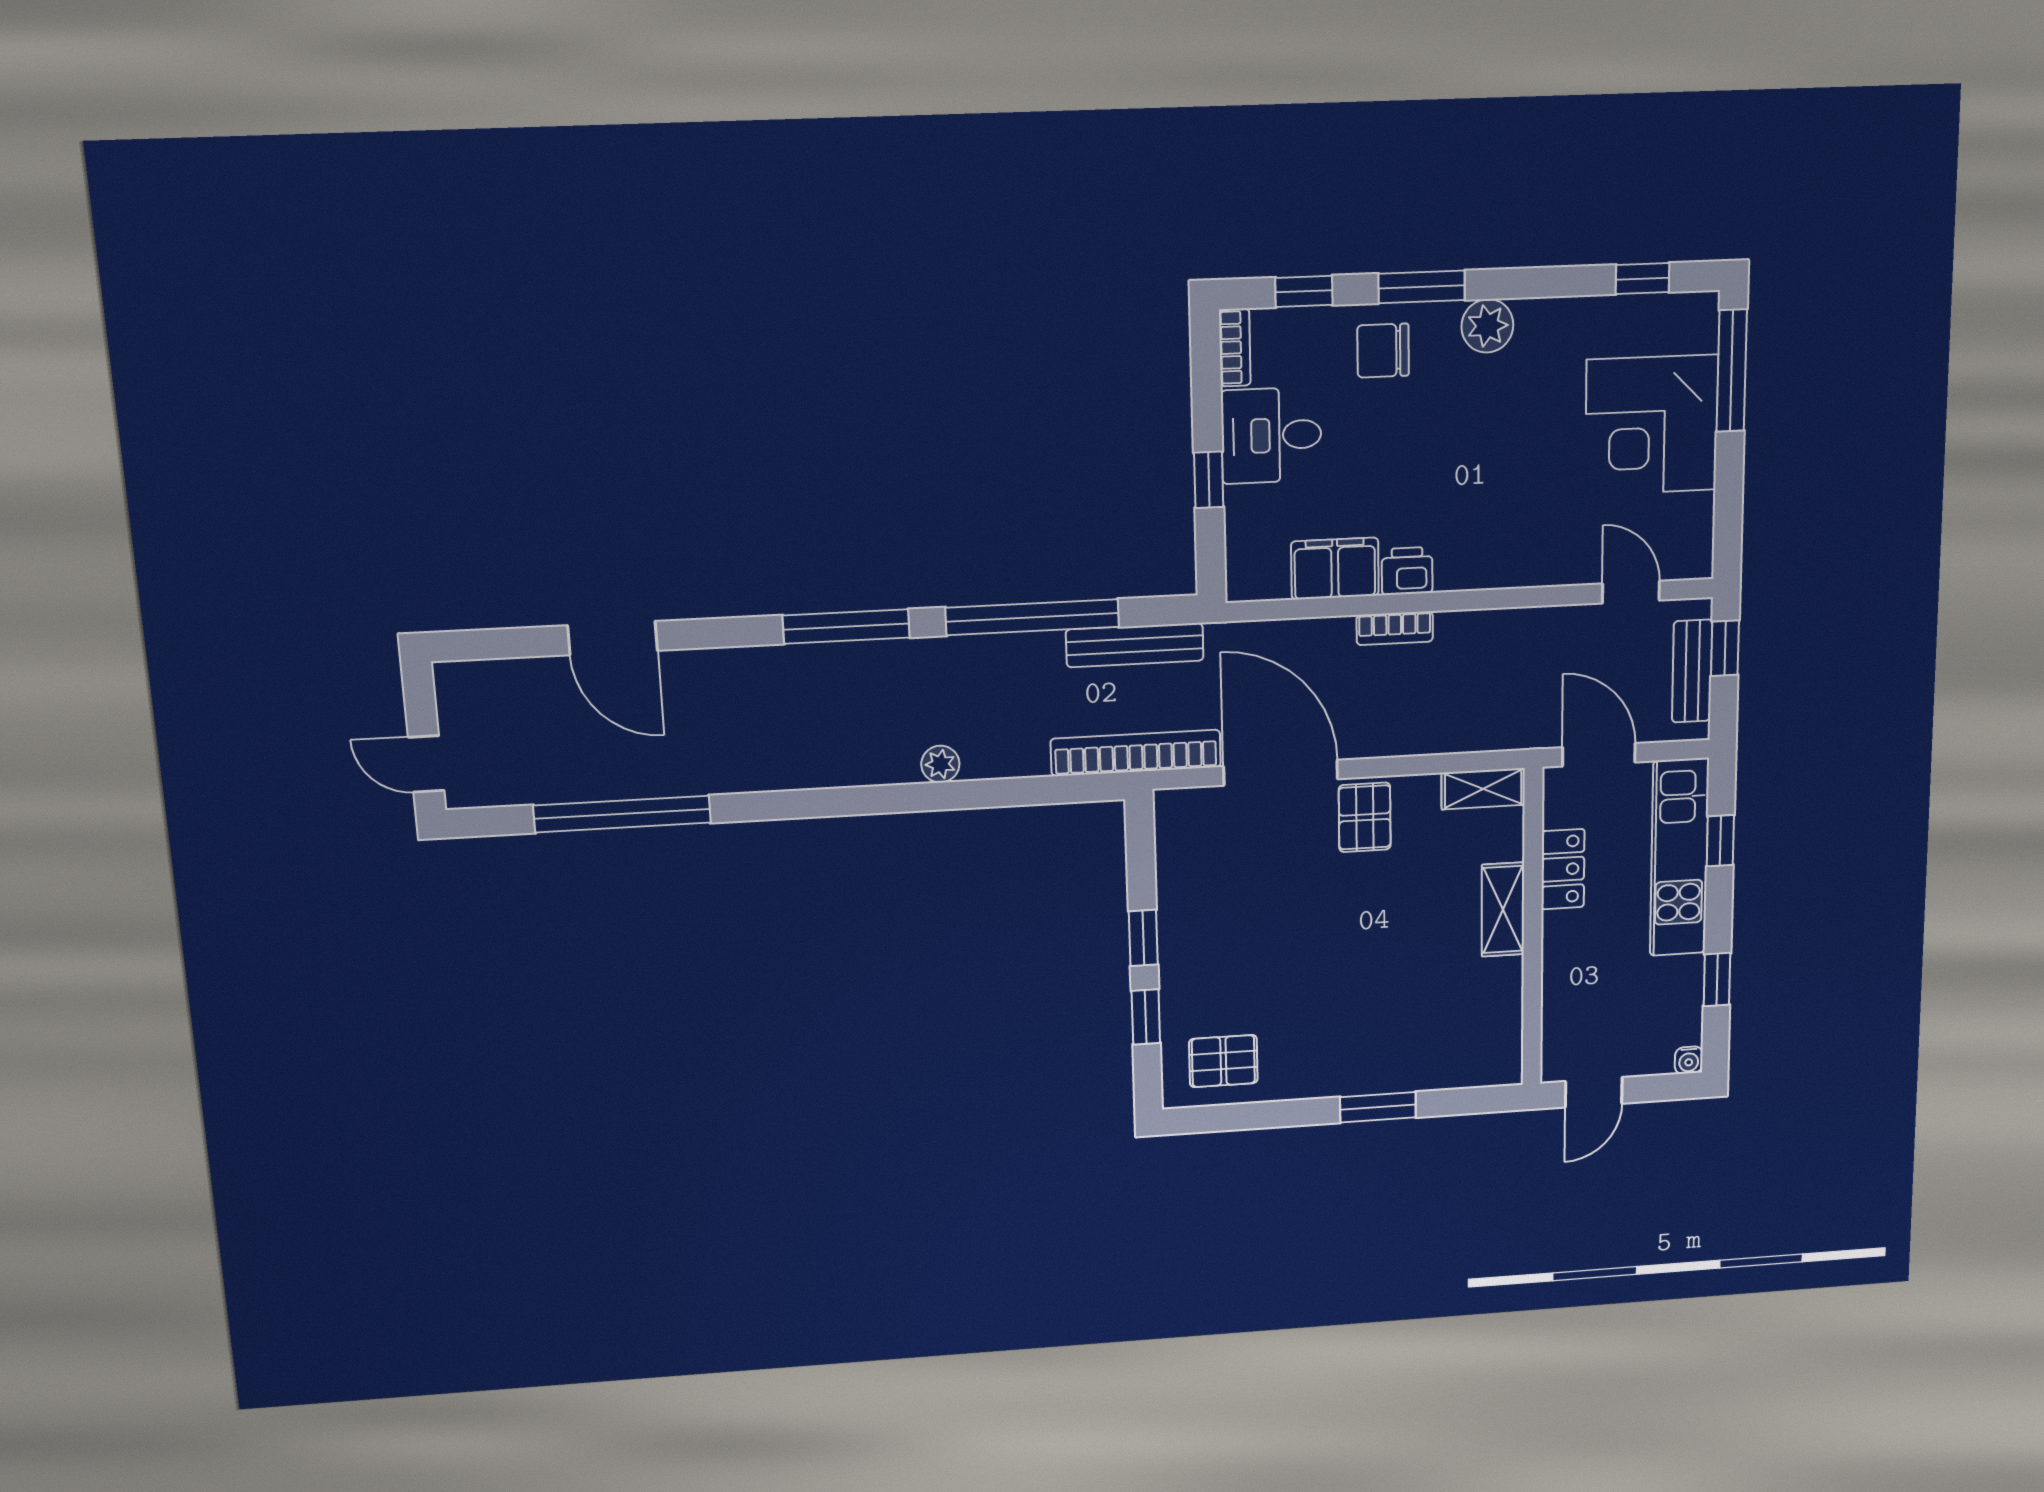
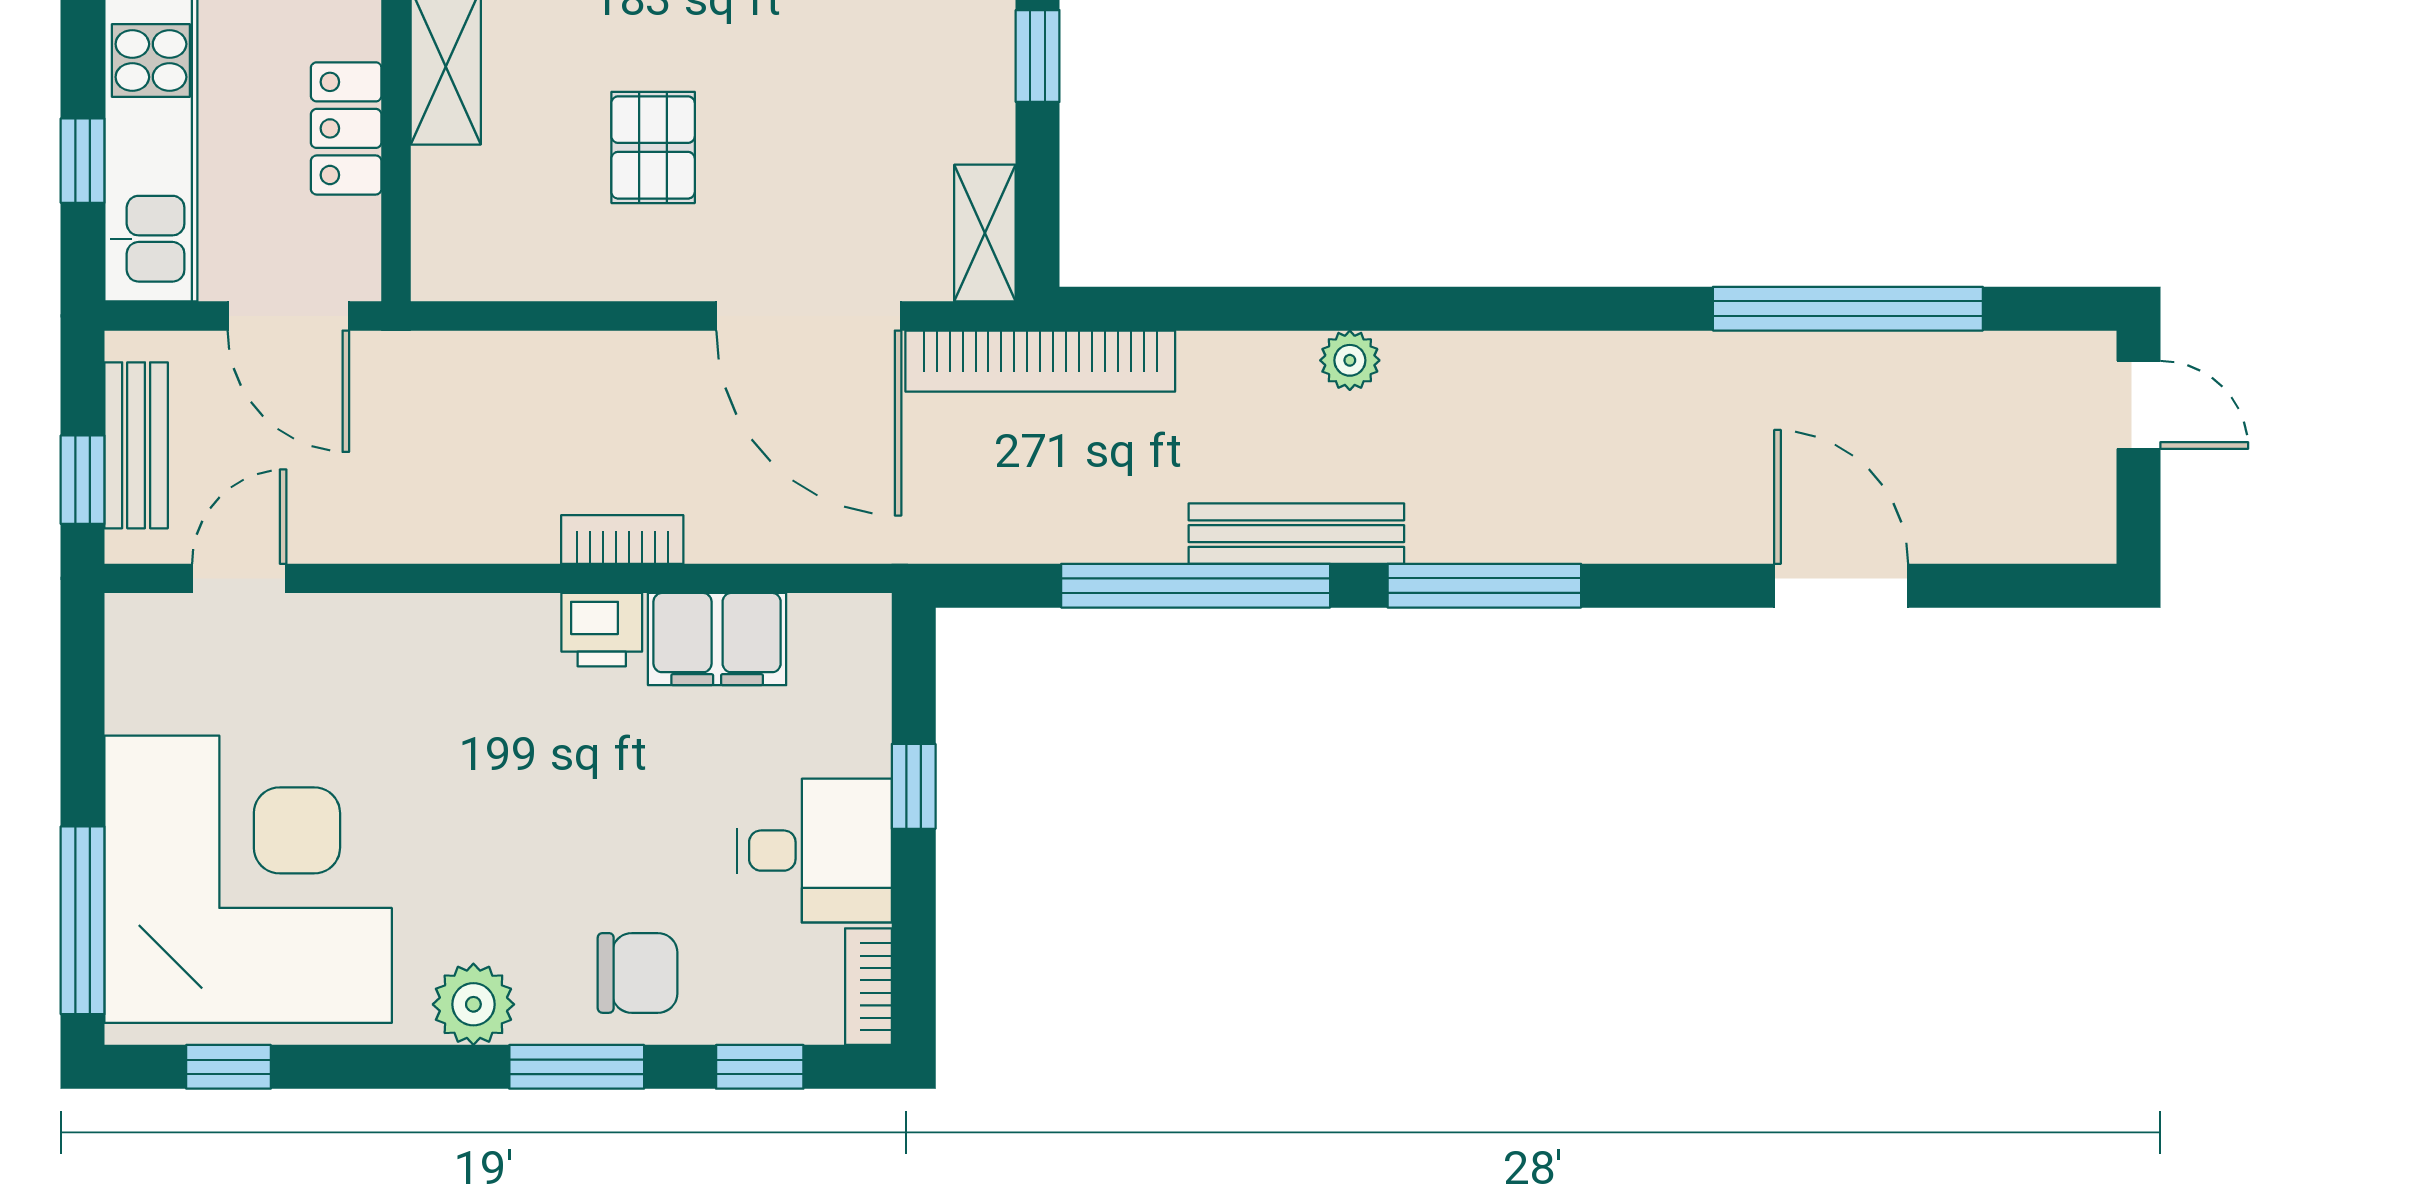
corner desk: (1652, 425) -> (248, 879), width x1.36, depth x1.36
door: (1631, 592) -> (239, 578), swing flipped
bench: (1135, 645) -> (1296, 534), moved
shelving: (1483, 789) -> (985, 233), moved, turned 90
pallet: (1365, 817) -> (653, 147), moved

